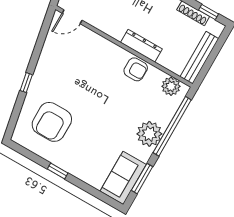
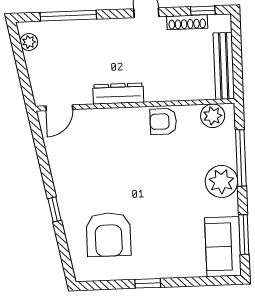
dresser: (141, 46) -> (118, 93), moved
armchair: (136, 69) -> (163, 121), turned 180
window: (172, 126) -> (241, 158), width x0.68

